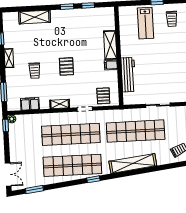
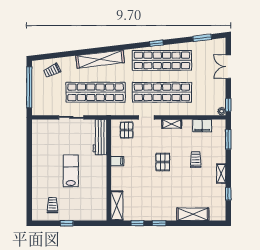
lab bench: (145, 23) -> (71, 171), moved
shelving: (110, 45) -> (117, 206), moved
workbench: (128, 75) -> (100, 137), moved
double door: (8, 175) -> (228, 67), moved
window: (93, 179) -> (156, 43), moved

